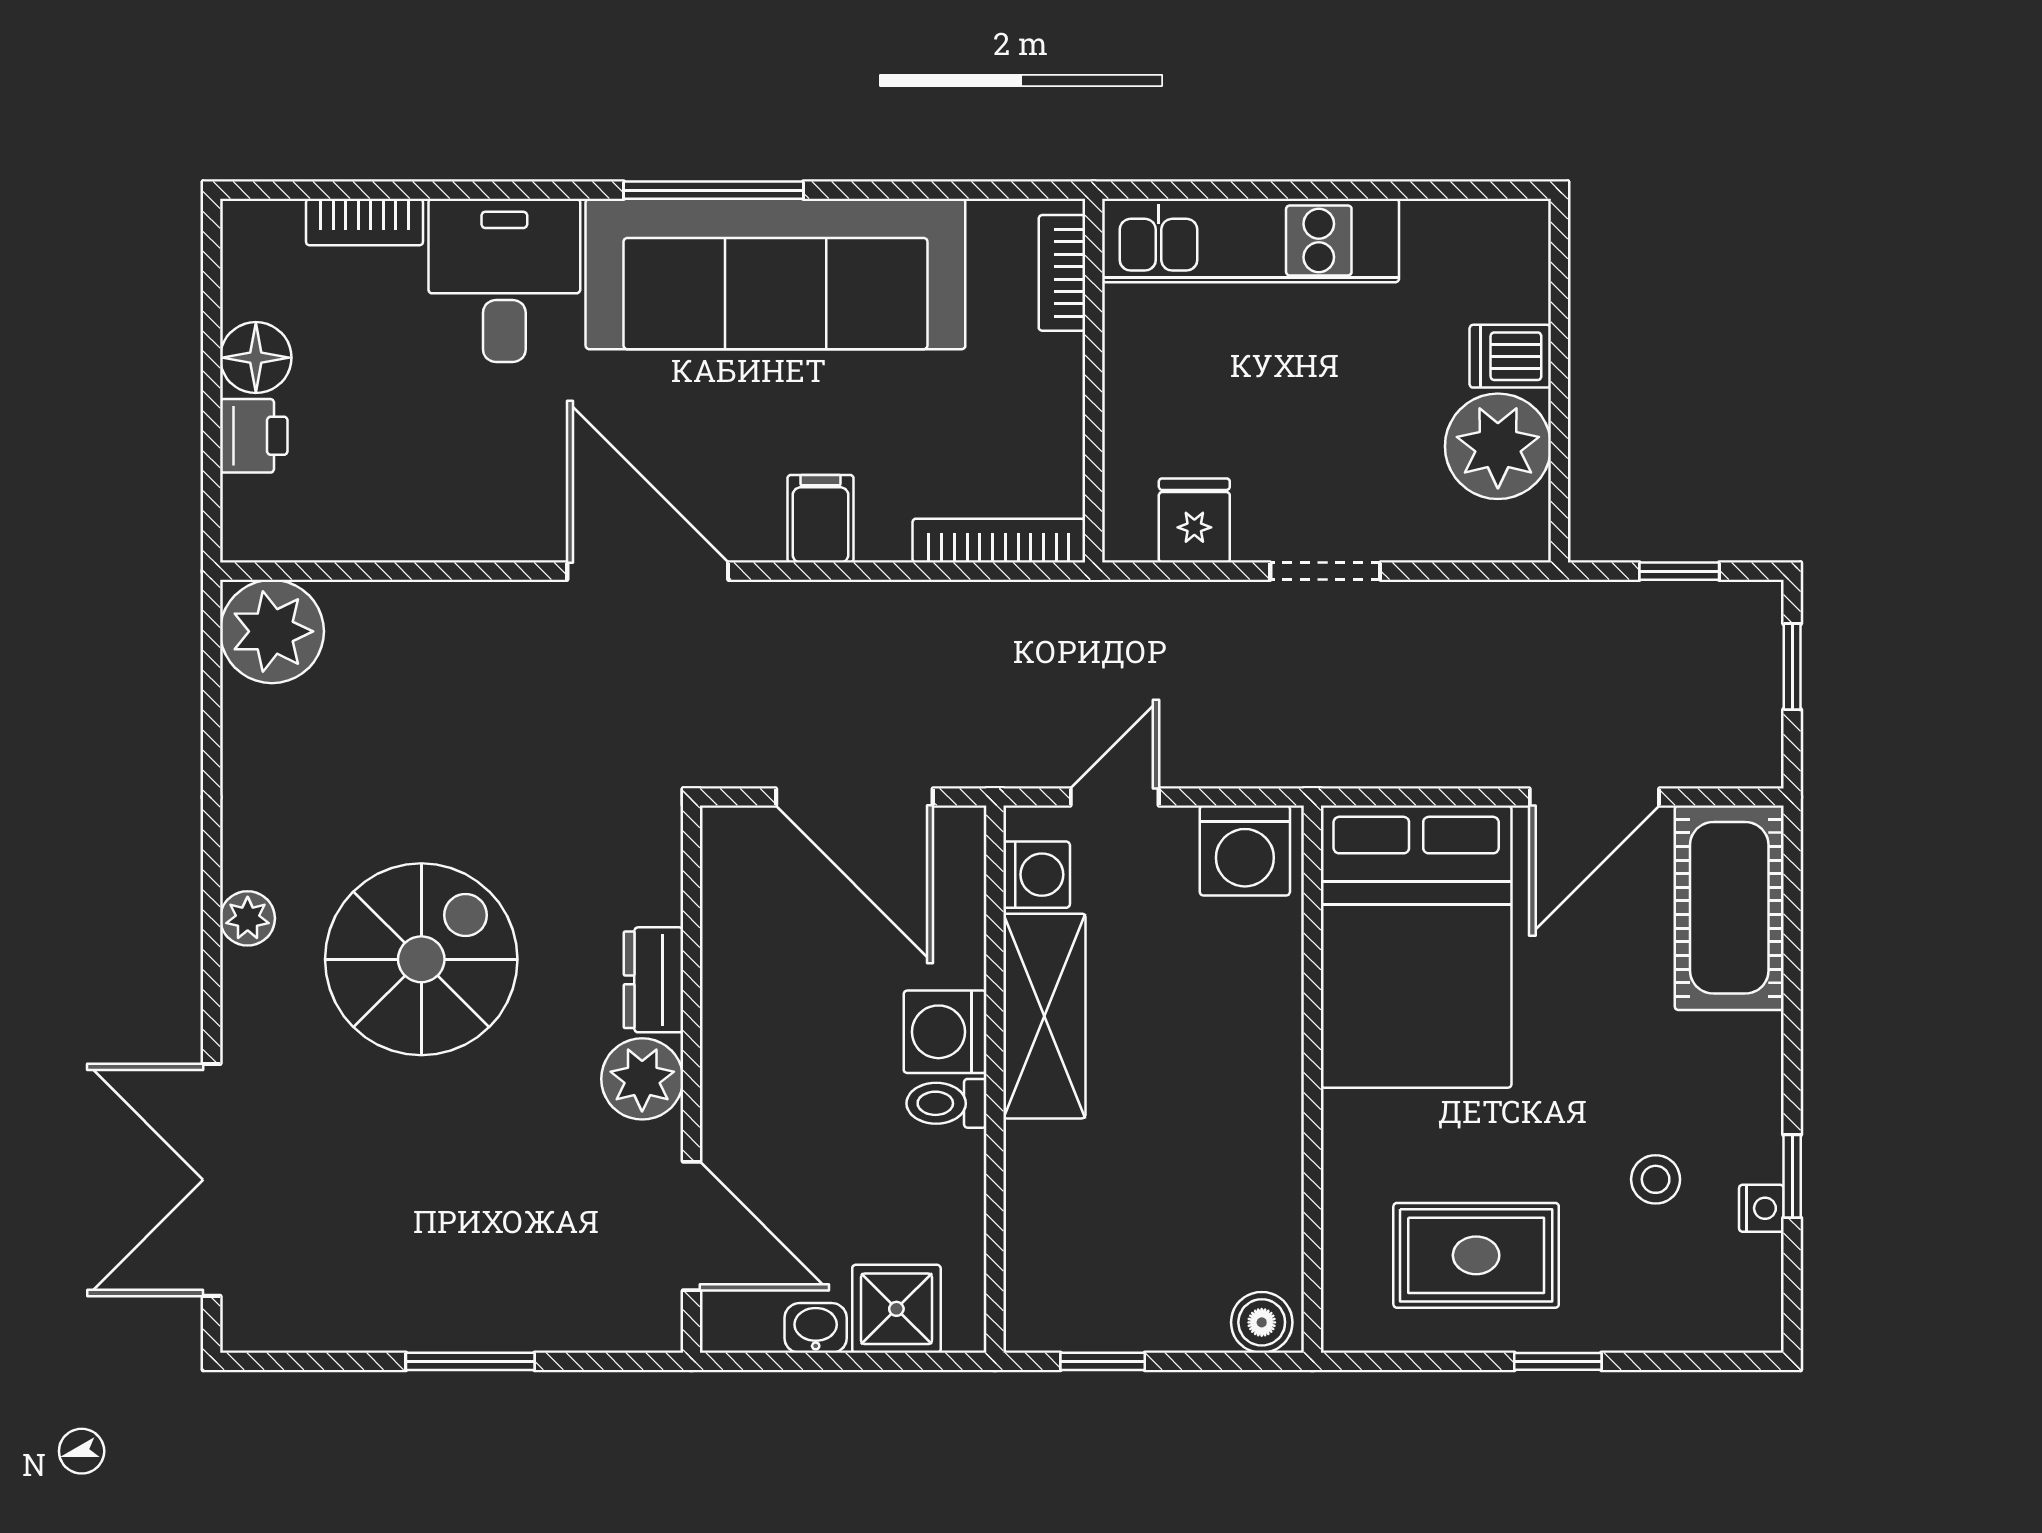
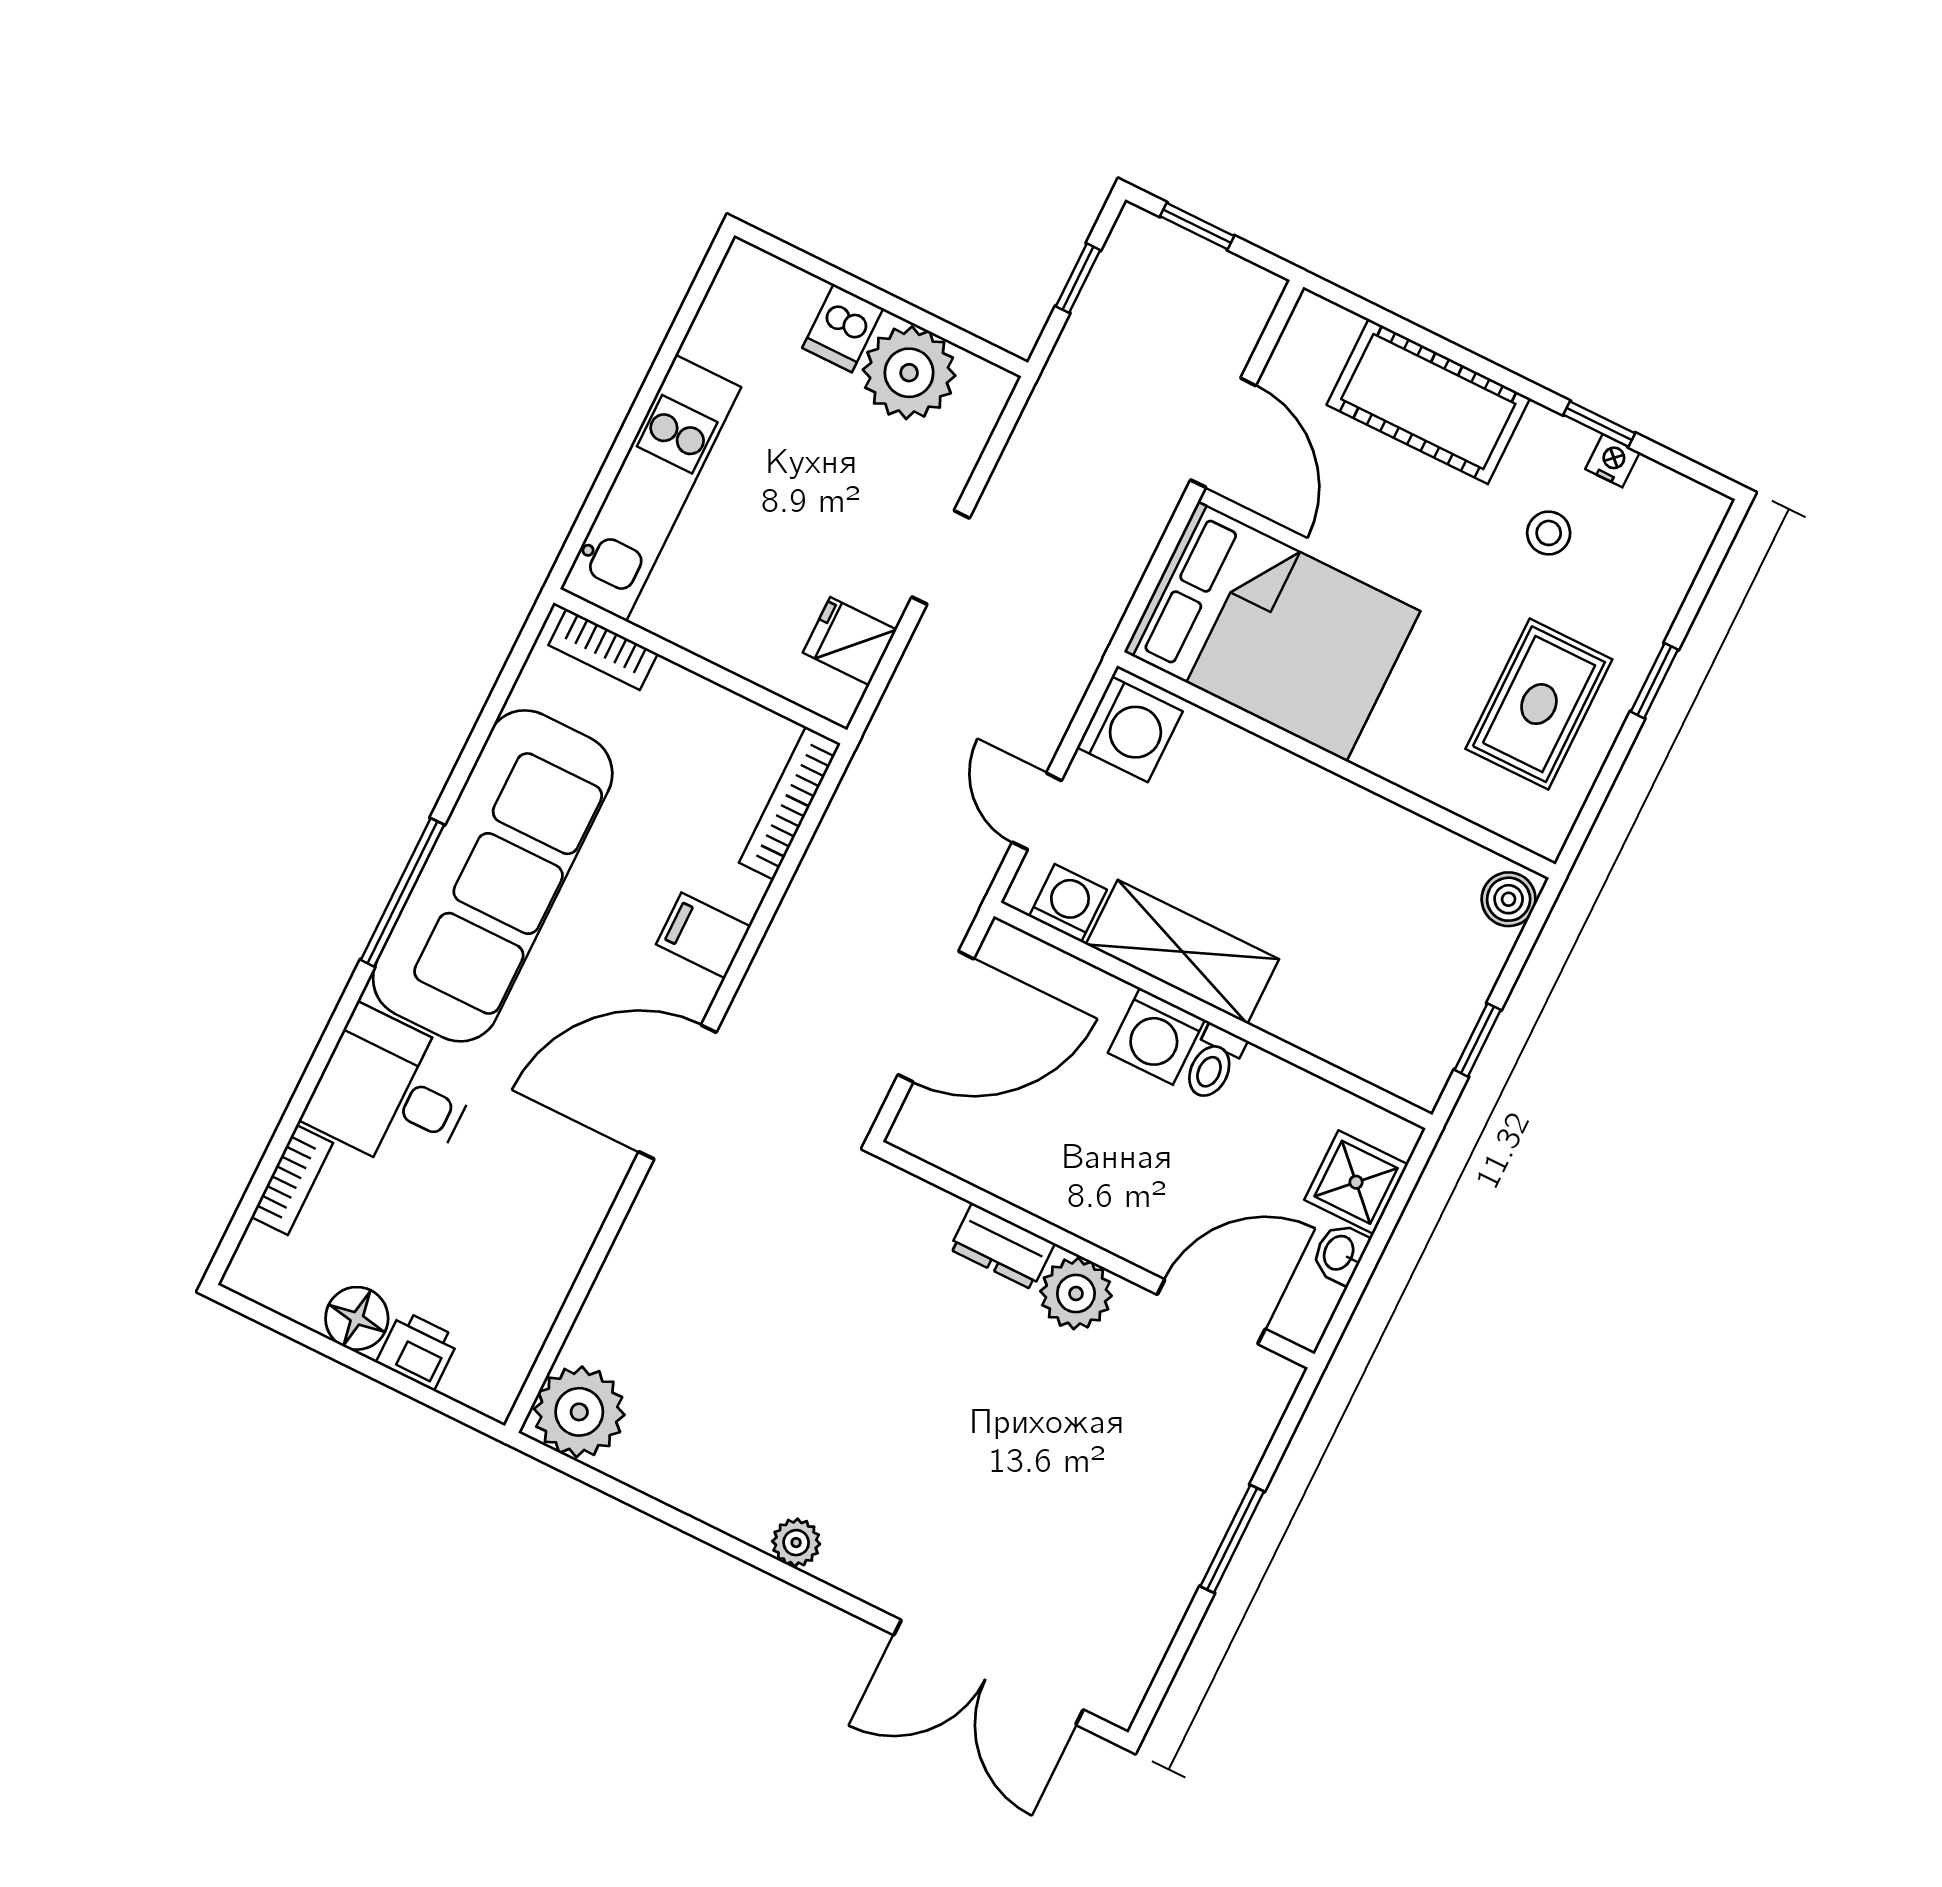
cot: (1729, 908) -> (1428, 402), moved
spiral stairs: (421, 959) -> (896, 1421), removed

